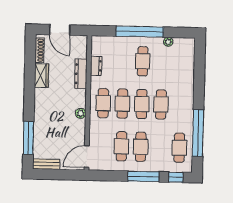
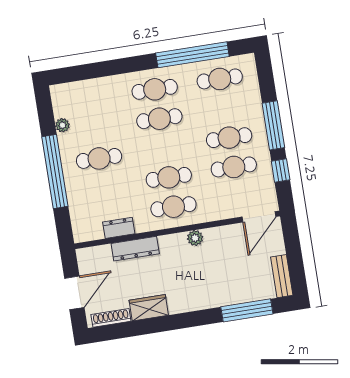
cafe table: (142, 104) -> (155, 89), moved
door: (87, 157) -> (259, 217), hinge flipped
window: (176, 177) -> (281, 171), moved

